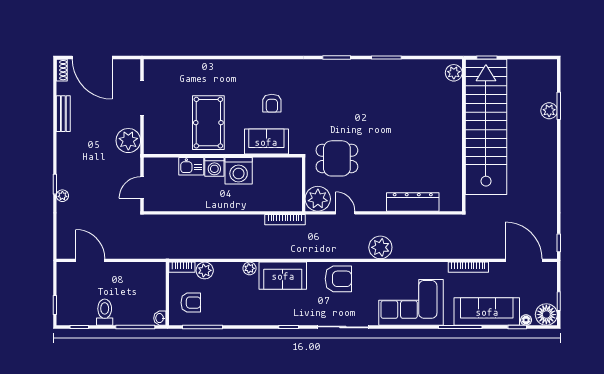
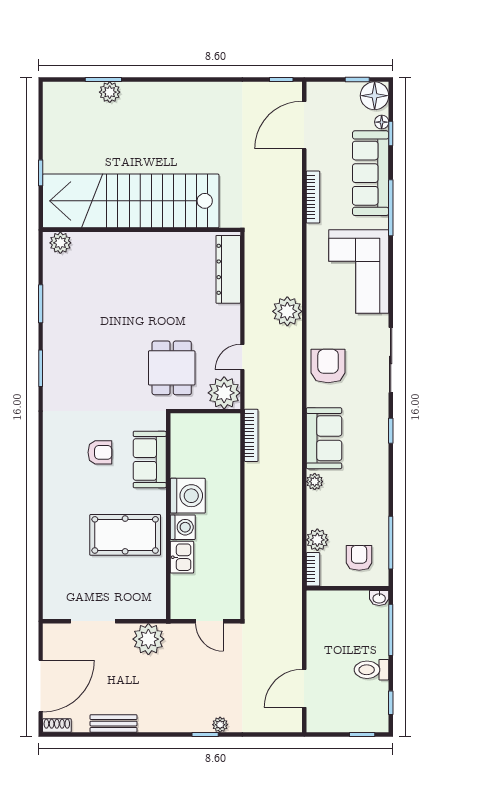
plant: (454, 73) -> (60, 243), moved
stairs: (486, 127) -> (131, 201), moved
wall: (464, 135) -> (141, 230), moved

